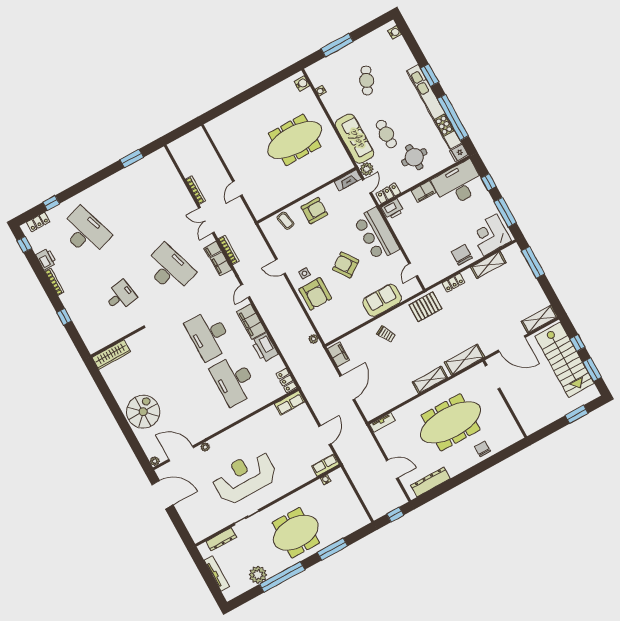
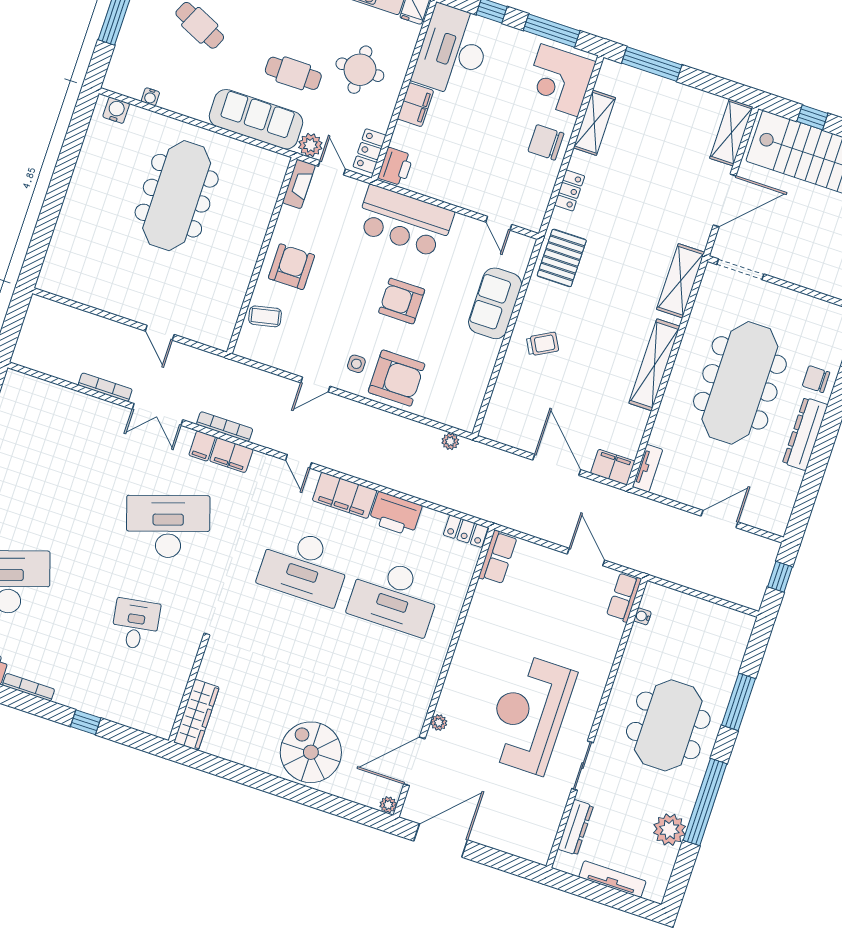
armchair: (346, 265) -> (402, 301), turned 35
filing cabinet: (339, 354) -> (613, 467), moved
shelving: (430, 380) -> (654, 365), width x1.47
dresser: (430, 482) -> (805, 434), moved

